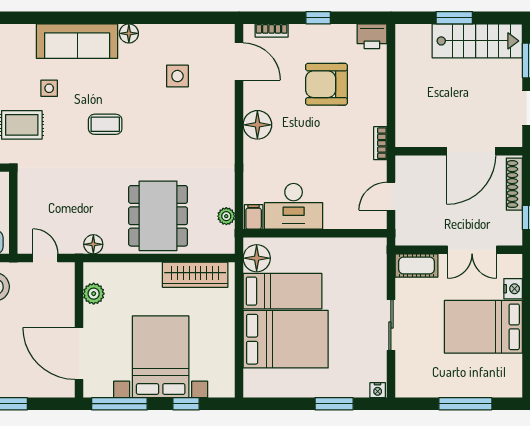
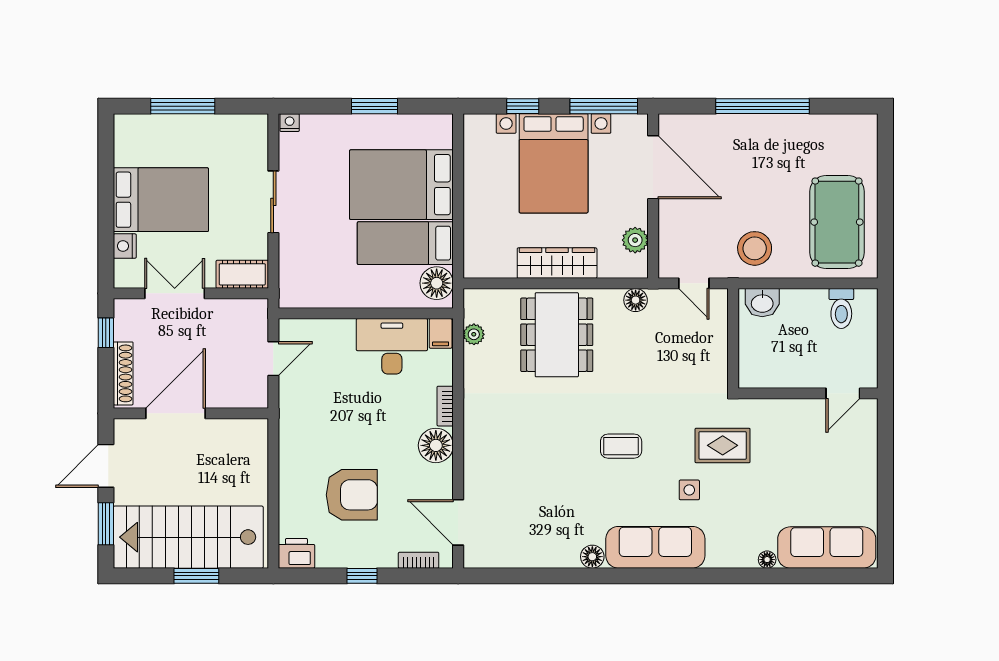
stairs: (477, 41) -> (188, 537), width x1.36, depth x1.51
side table: (177, 76) -> (533, 505), removed
bookcase: (380, 143) -> (445, 406), moved, turned 180
wardrobe: (195, 275) -> (557, 263), moved
window: (334, 404) -> (375, 106), moved

